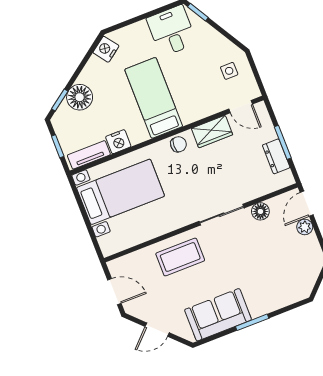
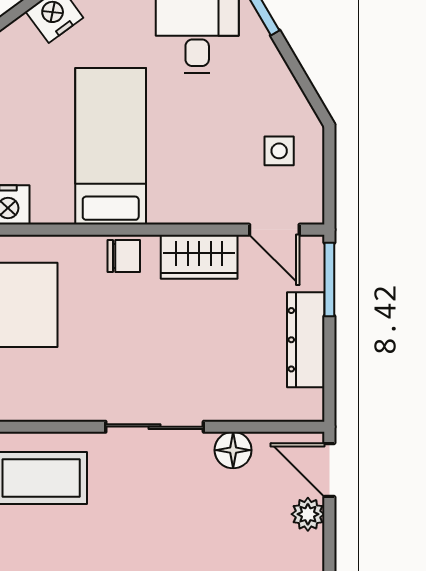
window: (283, 142) -> (329, 279), moved
dresser: (276, 156) -> (306, 340), width x1.44
door: (307, 204) -> (329, 470), hinge flipped

